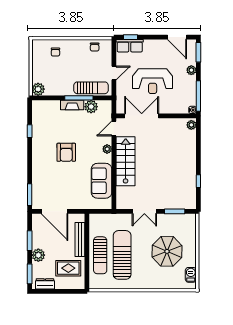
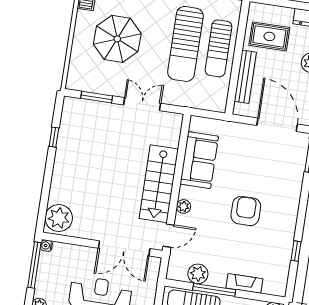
fireplace: (72, 105) -> (244, 283), moved
plant: (191, 125) -> (59, 218), width x1.88, depth x1.88
sun lounger: (100, 255) -> (218, 48), turned 180

